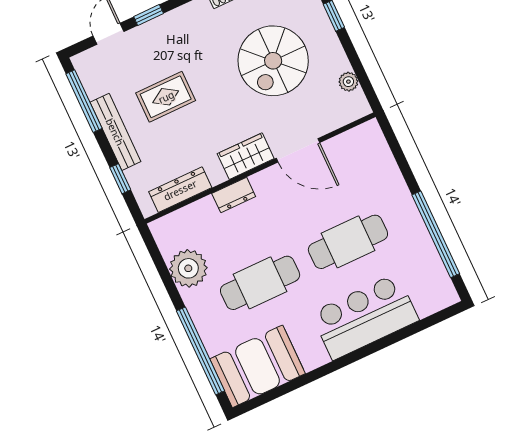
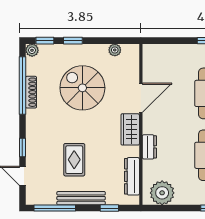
spiral stairs: (273, 61) -> (82, 88), turned 180
plant: (188, 268) -> (162, 193), moved

